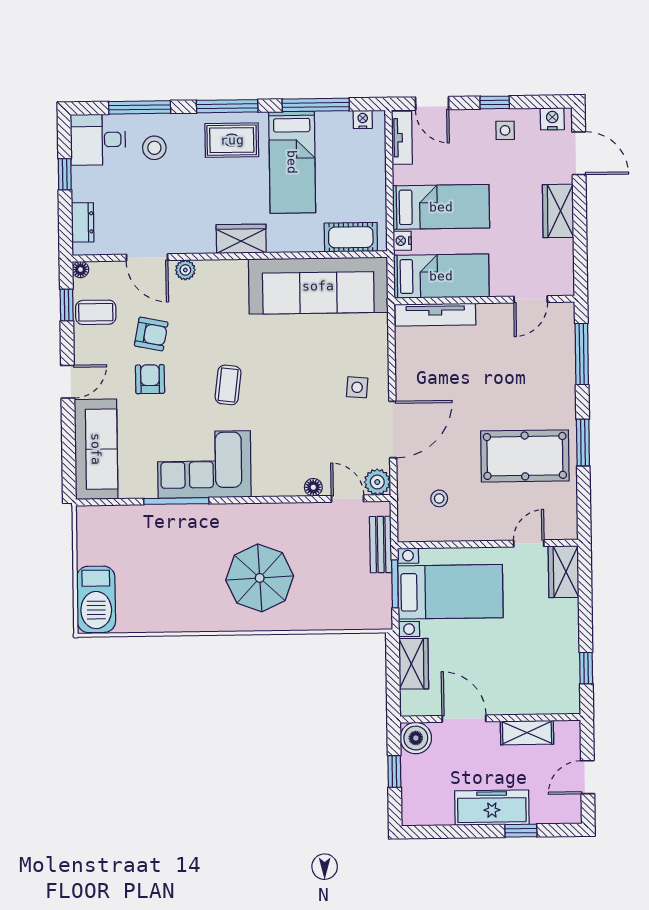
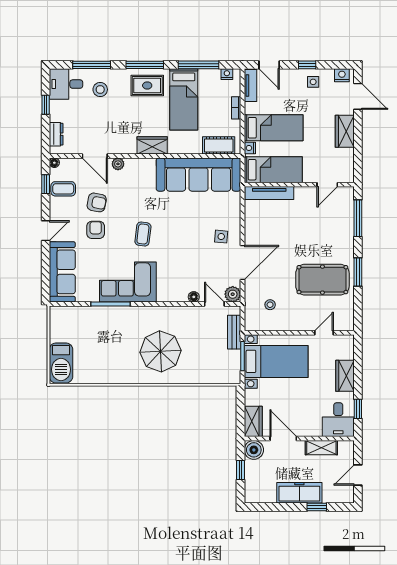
bookcase: (379, 175) -> (236, 108), added
wardrobe: (564, 572) -> (345, 376), moved
wardrobe: (414, 664) -> (253, 421), moved
desk: (554, 686) -> (338, 420), added

